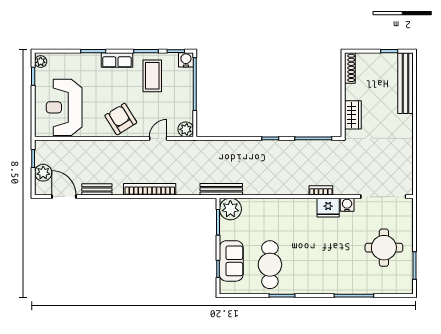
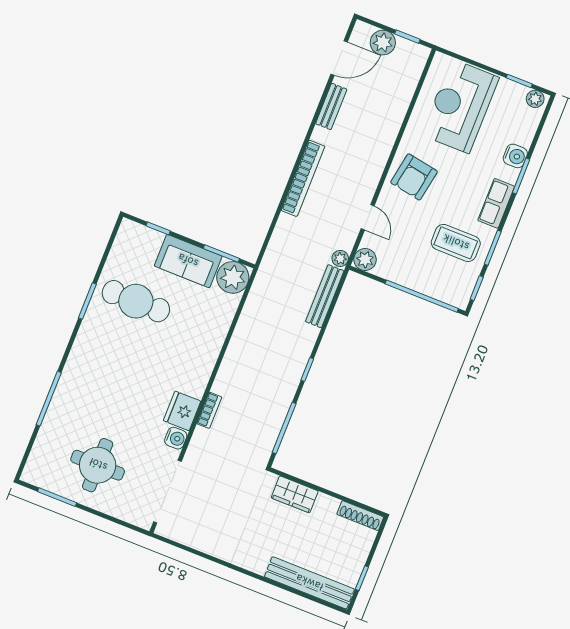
water cooler: (186, 60) -> (515, 156), moved
reception desk: (64, 107) -> (460, 106), turned -90
armchair: (121, 119) -> (414, 177), turned 132
plant: (191, 145) -> (340, 258), added
bench: (221, 189) -> (325, 296), moved
sofa: (231, 261) -> (188, 261), moved

